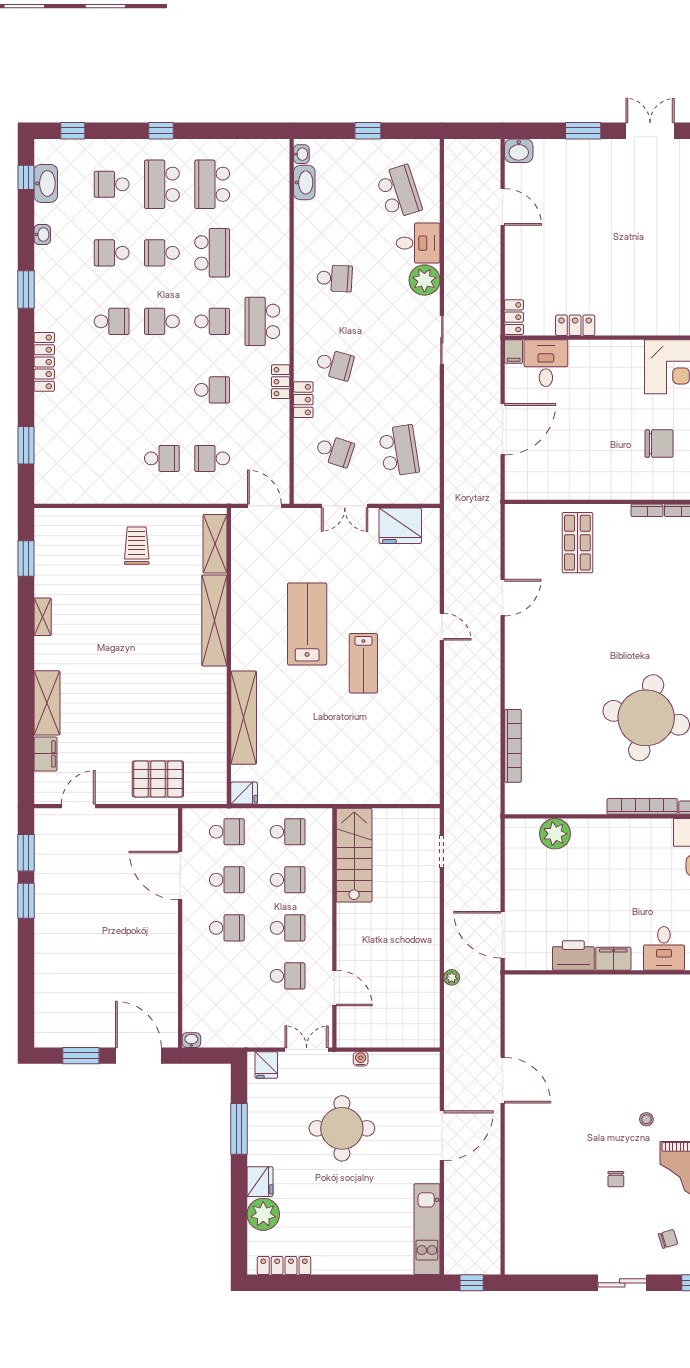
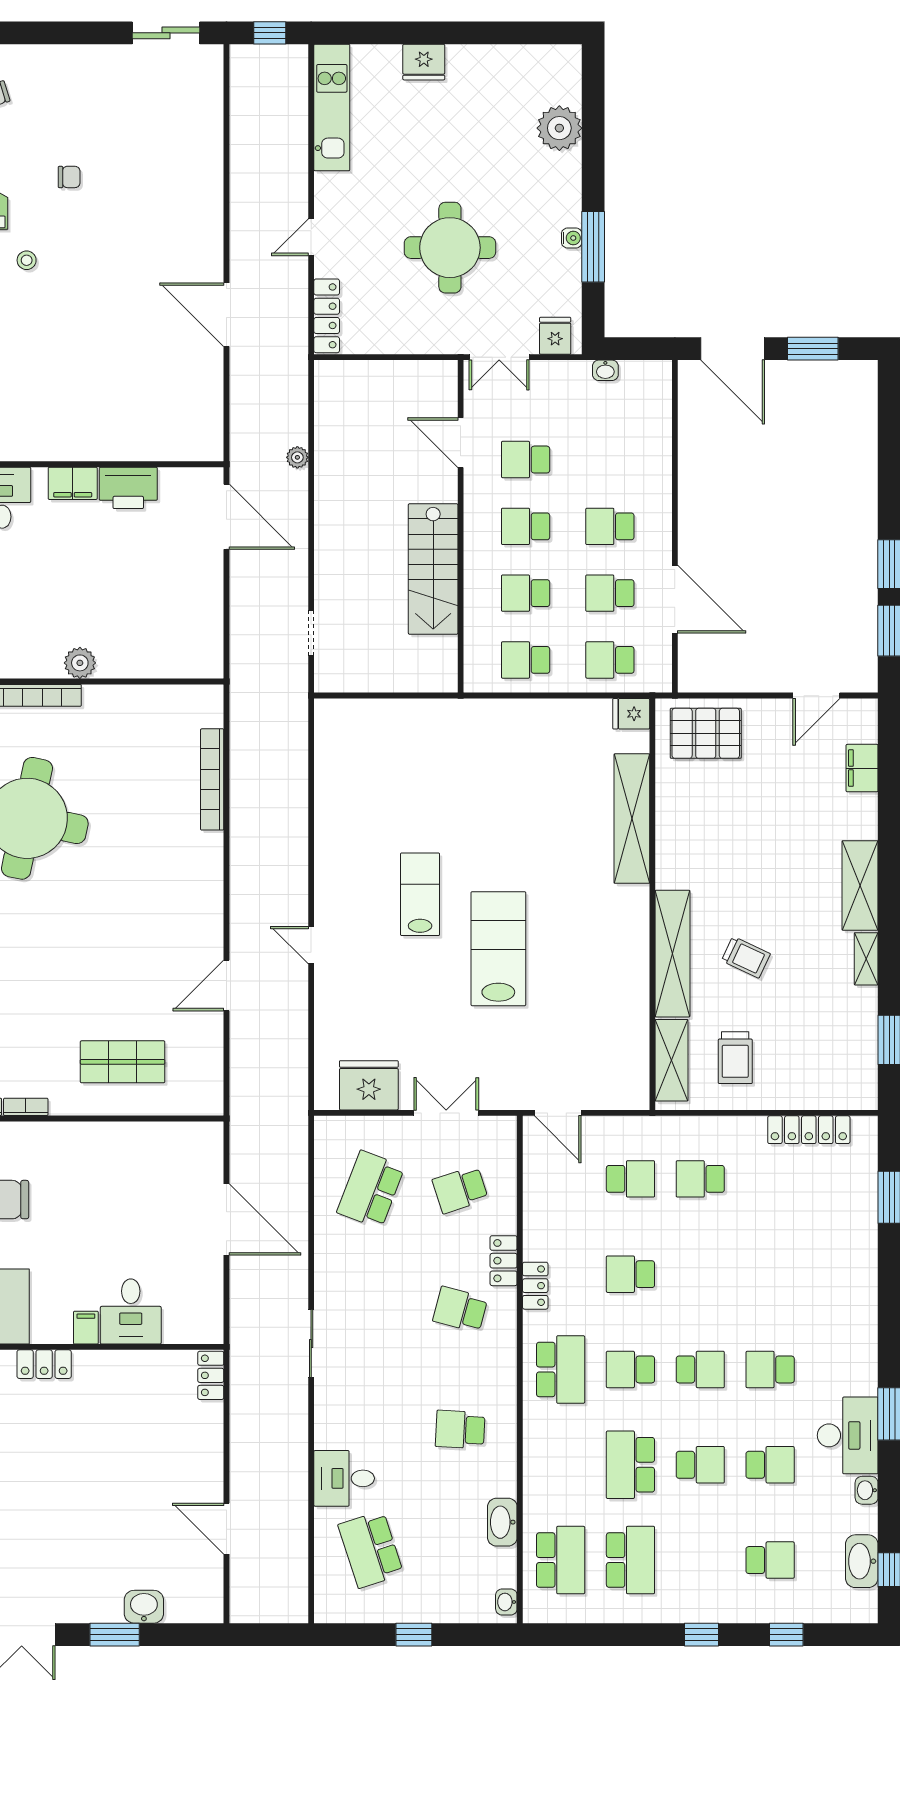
window: (73, 131) -> (786, 1635), moved
washbasin: (519, 151) -> (144, 1607), moved
washbasin: (304, 182) -> (502, 1522), moved
school desk: (162, 184) -> (561, 1560), moved
desk: (56, 274) -> (848, 1435), added
plant: (424, 280) -> (335, 1427), removed
locker: (575, 325) -> (44, 1364), moved
filing cabinet: (514, 351) -> (86, 1328), moved
locker: (44, 362) -> (809, 1130), moved, turned -90
desk: (546, 363) -> (131, 1311), moved
door: (503, 429) -> (227, 1220), swing flipped
school desk: (335, 451) -> (460, 1190), turned -36
school desk: (399, 451) -> (371, 1190), turned 30
shop shelf: (577, 543) -> (123, 1062), turned 90
shelving: (215, 544) -> (672, 1060), moved
trolley: (129, 618) -> (746, 957), added
shelving: (214, 620) -> (672, 954), moved
lab bench: (307, 624) -> (498, 949), turned 180
wall: (229, 656) -> (652, 904), moved
shelving: (47, 703) -> (860, 885), moved
shelving: (244, 718) -> (632, 819), moved
fridge: (244, 793) -> (631, 714), moved
plant: (555, 834) -> (80, 663), moved, width x0.73, depth x0.73
stairs: (354, 855) -> (433, 569), moved
washbasin: (191, 1040) -> (605, 370), moved
water cooler: (361, 1059) -> (572, 238), moved, turned -90
door: (442, 1136) -> (311, 237), width x0.53
chair: (616, 1179) -> (69, 177), turned 90
fridge: (260, 1182) -> (424, 62), moved, turned -90
locker: (284, 1266) -> (327, 316), moved, turned -90
sliding door: (622, 1283) -> (166, 33), moved

